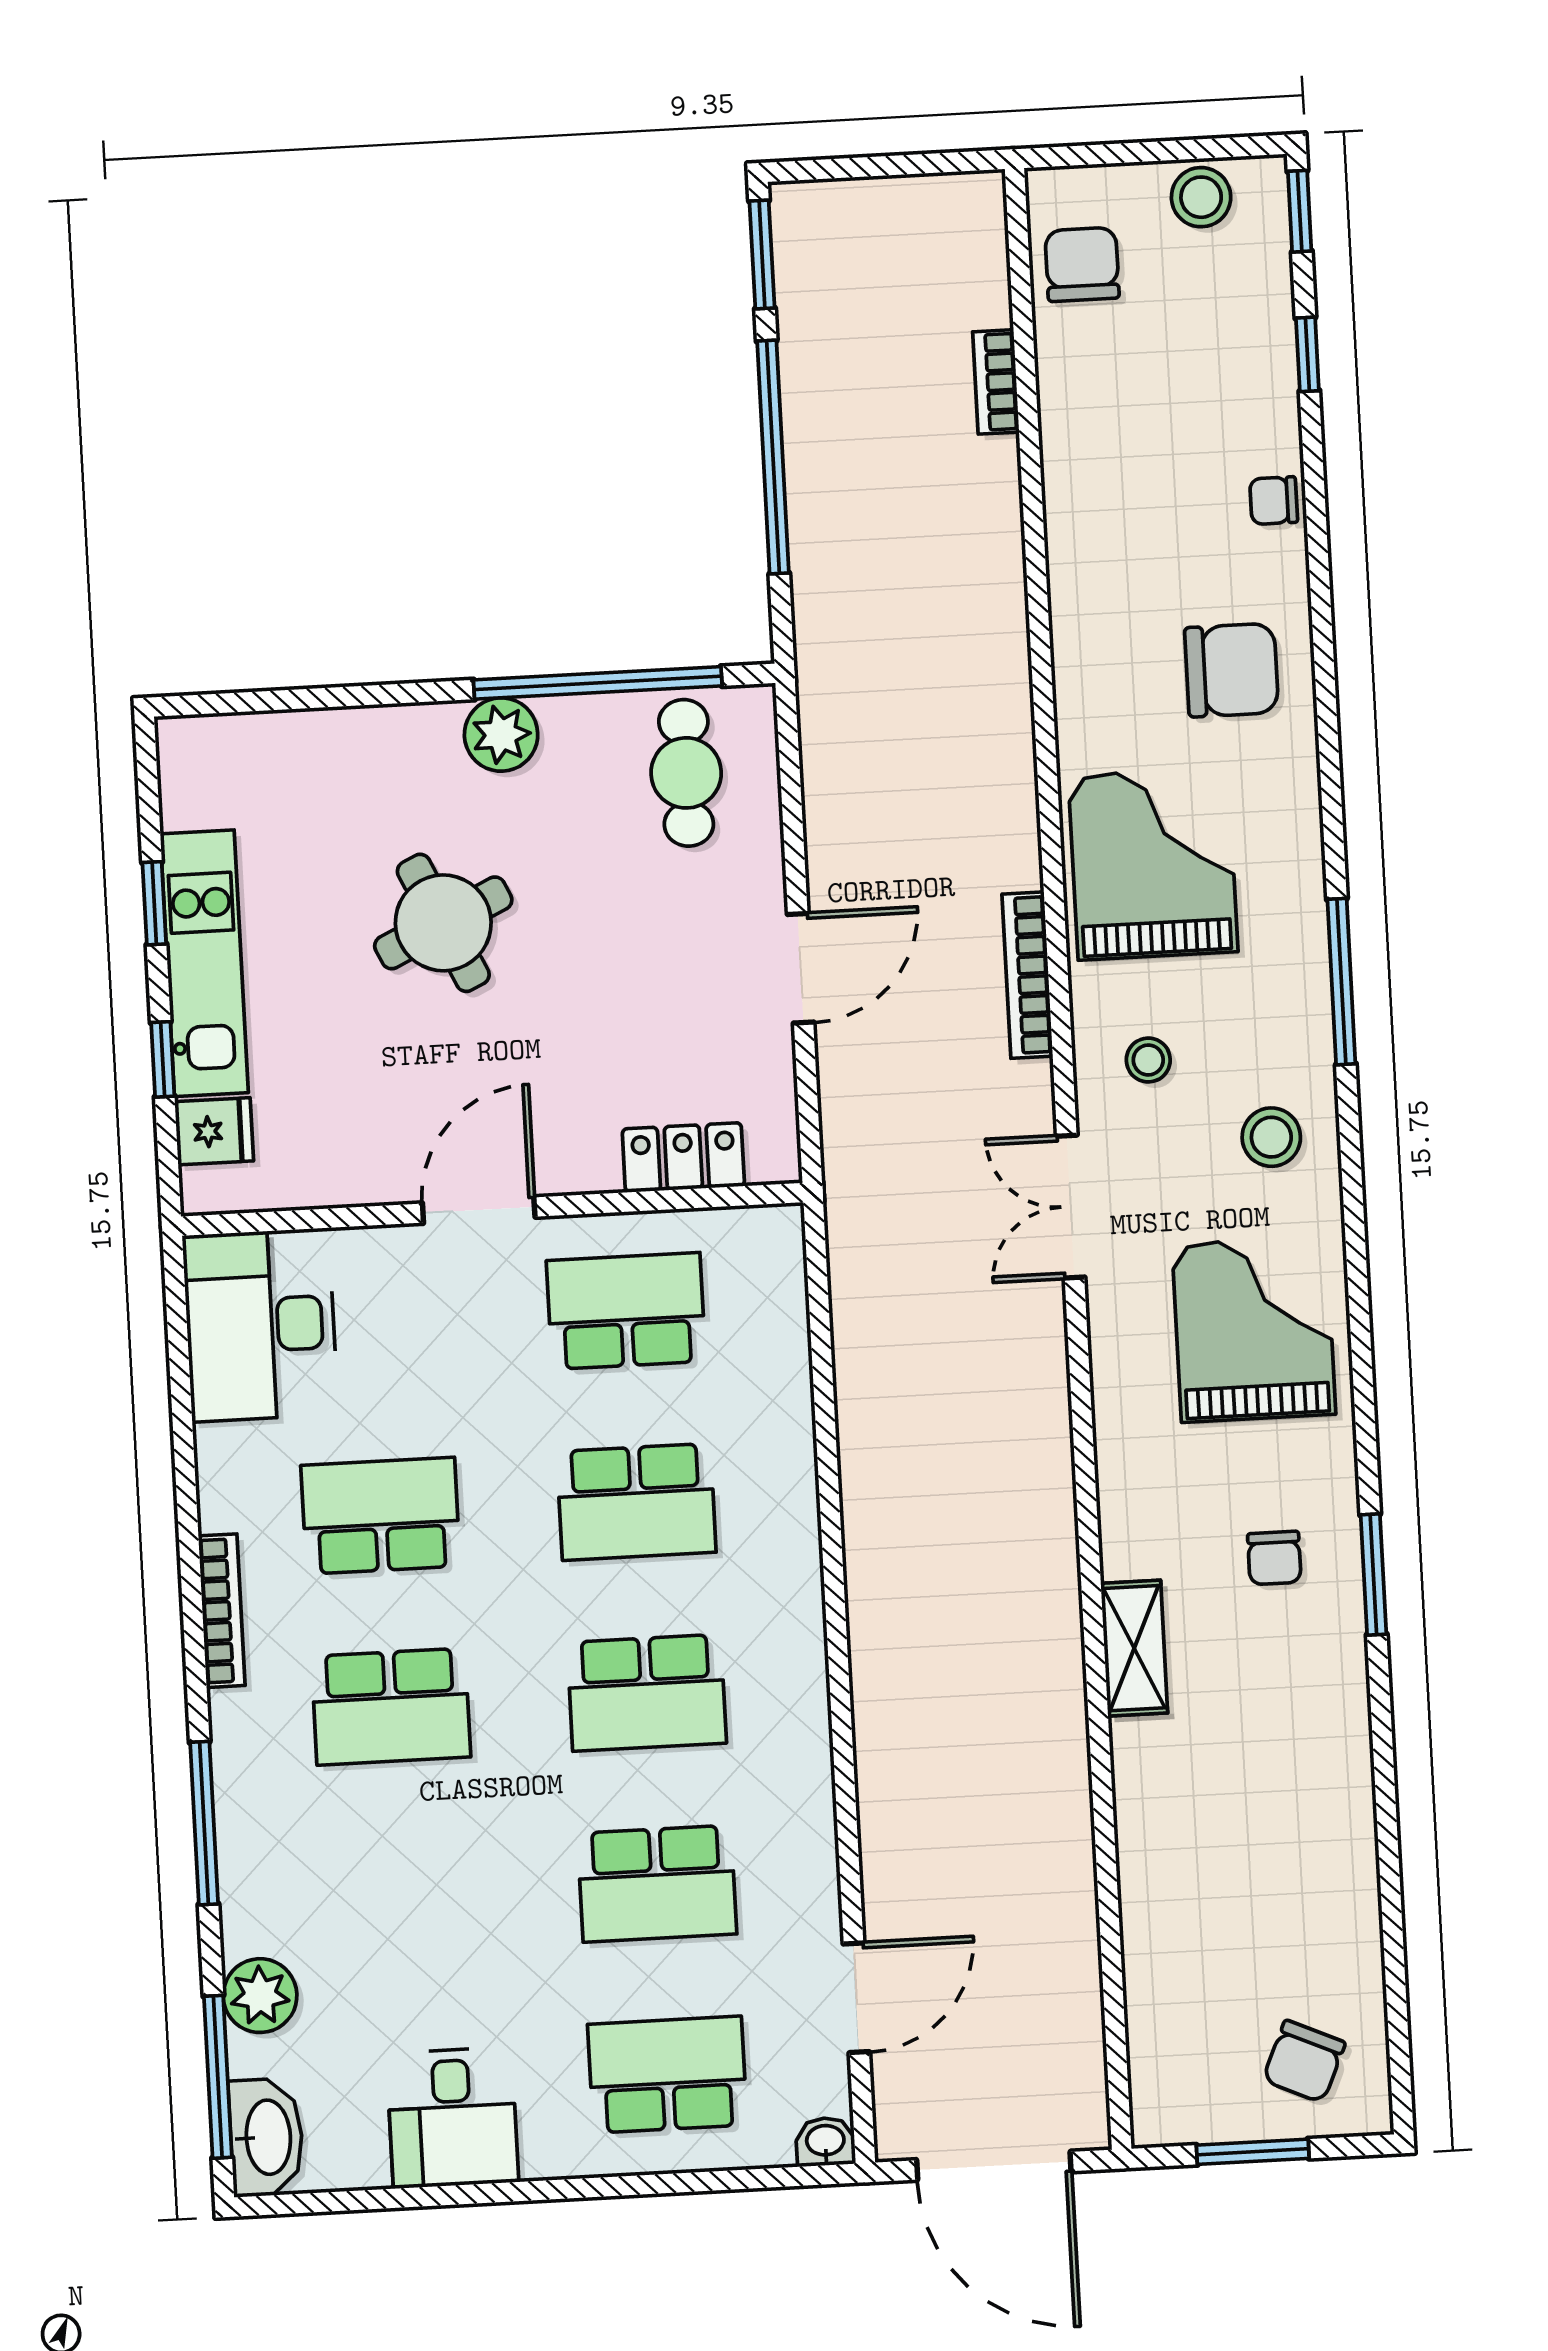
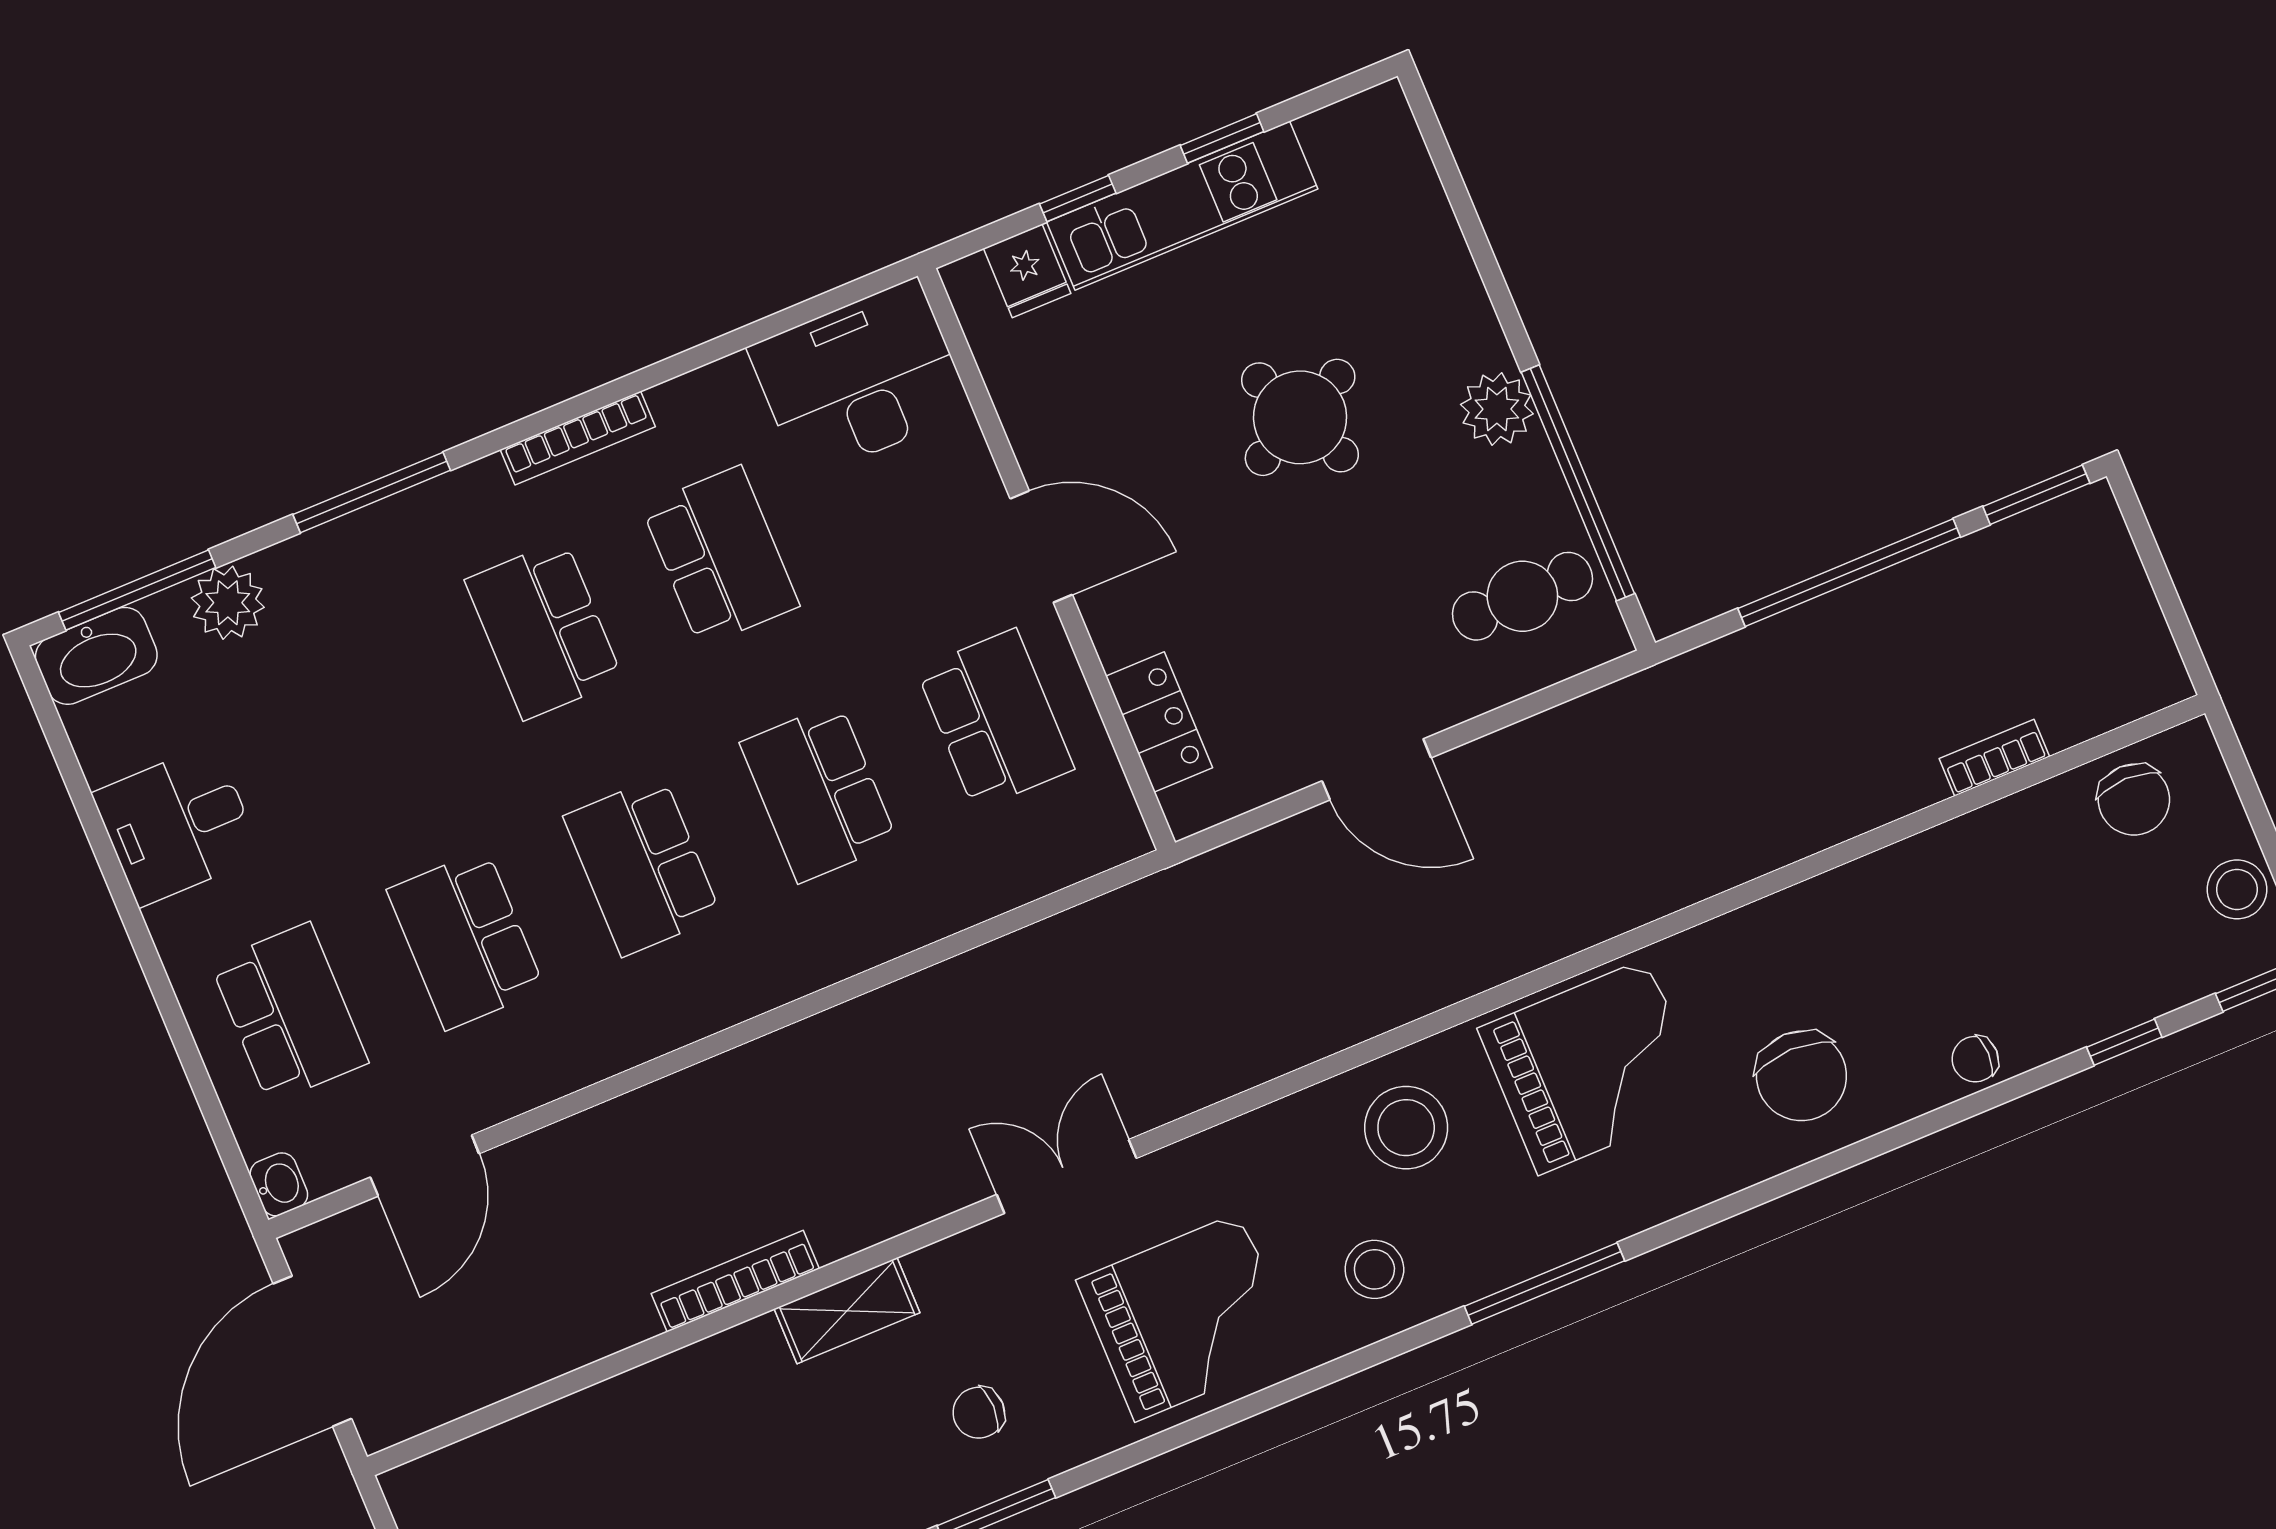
chair: (1082, 264) -> (2134, 800), turned 90
chair: (1274, 501) -> (1975, 1059), turned -90
bookcase: (1027, 975) -> (735, 1281), moved
stool: (1148, 1060) -> (1406, 1128), width x1.89, depth x1.89
double door: (1071, 1207) -> (1067, 1176), moved
door: (856, 1998) -> (425, 1166), hinge flipped

